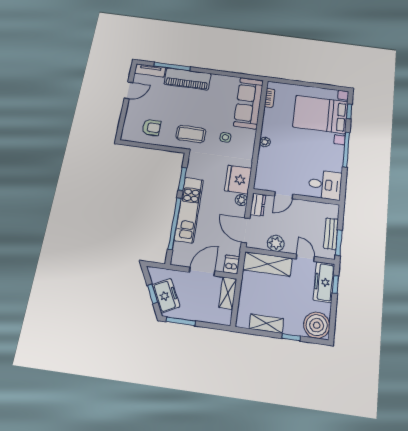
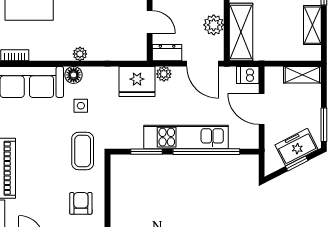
floor lamp: (249, 135) -> (74, 75), added
door: (246, 230) -> (203, 64), hinge flipped
shelving: (228, 293) -> (302, 75), moved

